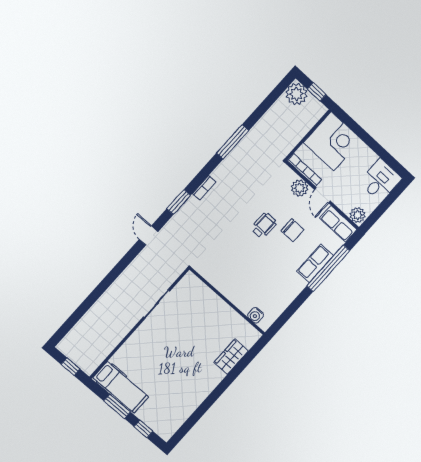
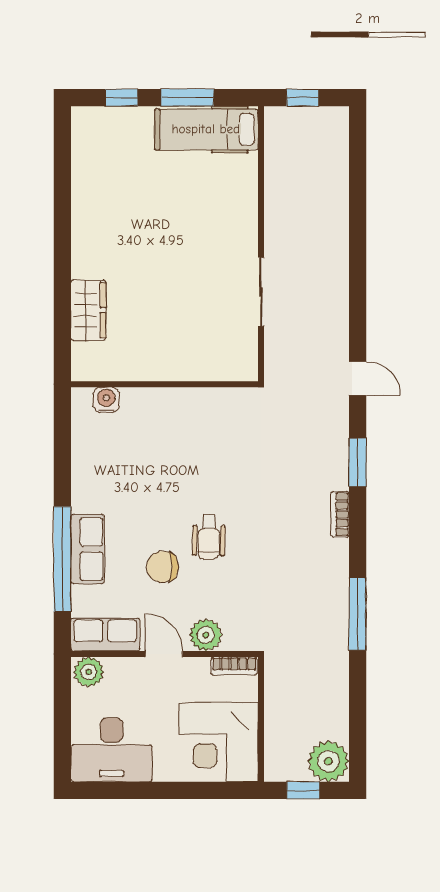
bookcase: (305, 170) -> (234, 666), width x0.64
desk: (380, 180) -> (112, 750), width x1.37

